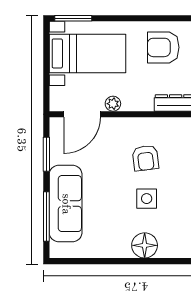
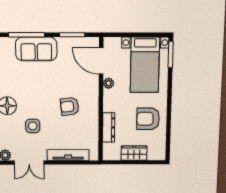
armchair: (163, 47) -> (148, 119), turned -90
side table: (147, 199) -> (33, 126), moved
sofa: (66, 204) -> (36, 49), width x0.73

